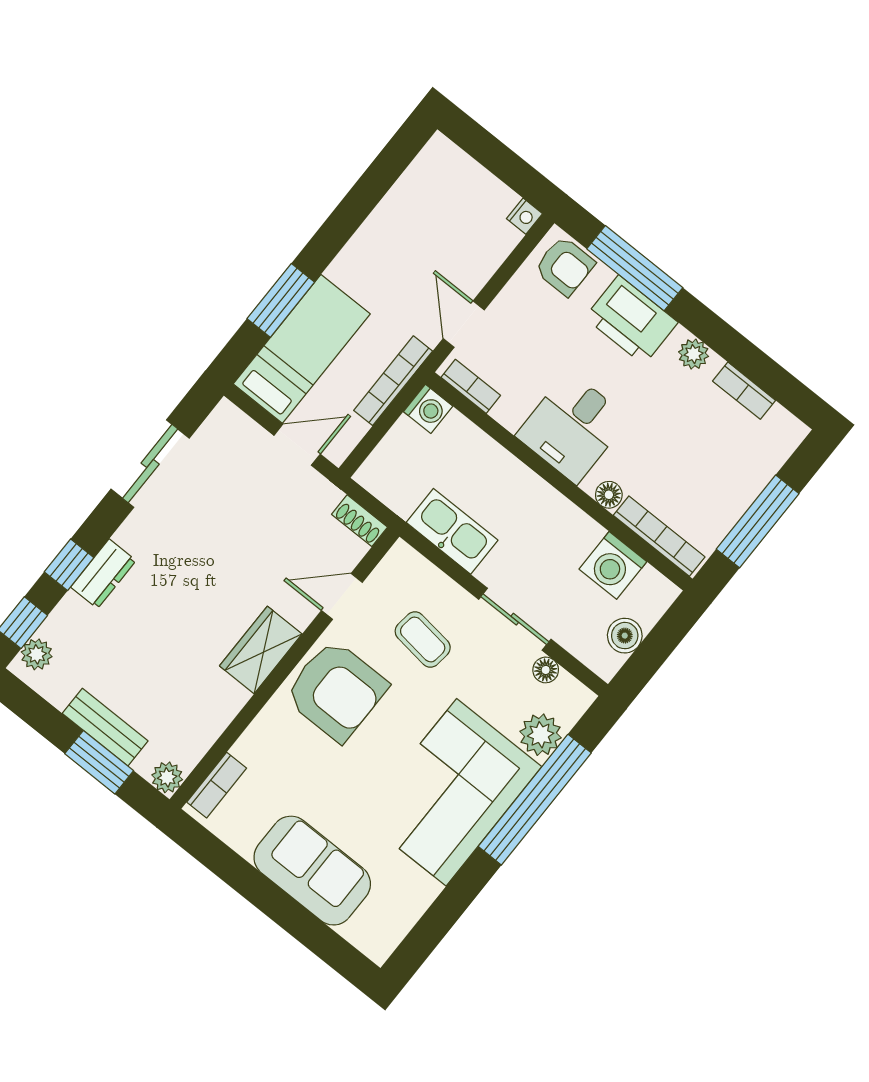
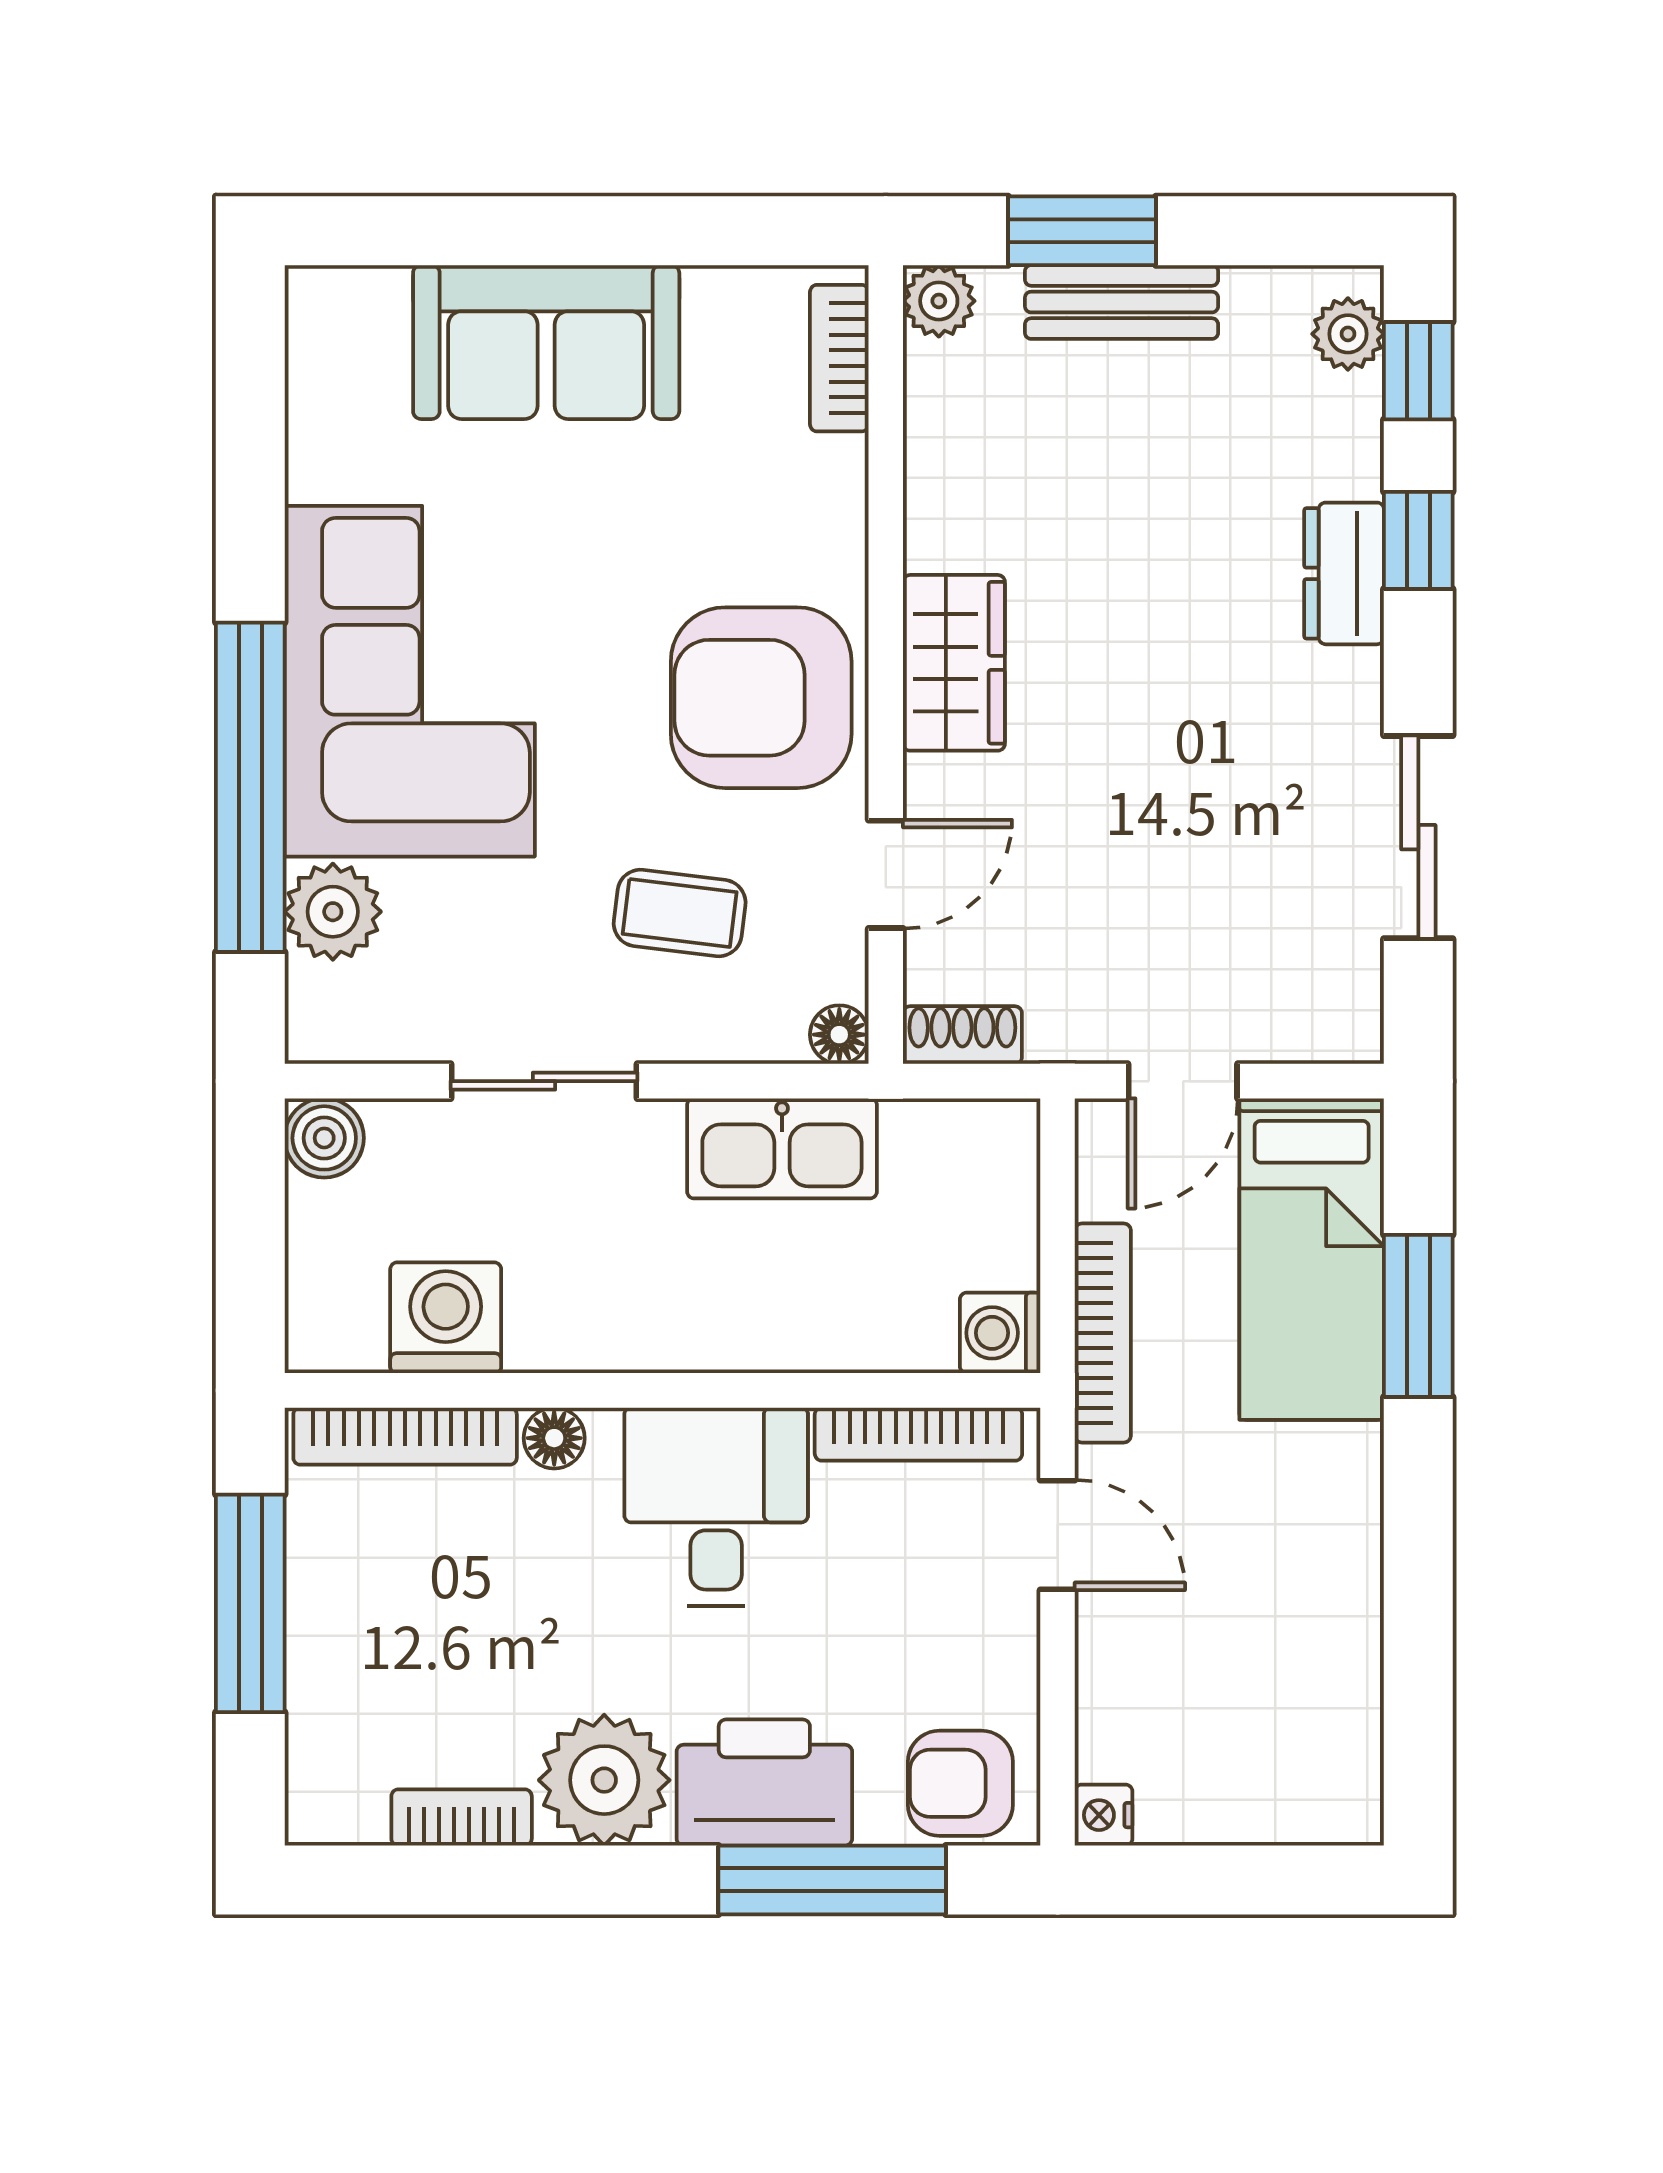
plant: (694, 354) -> (604, 1780), width x1.88, depth x1.88
bookcase: (471, 386) -> (918, 1434), width x1.56
boiler: (625, 636) -> (324, 1138), moved
floor lamp: (546, 670) -> (839, 1035), moved

